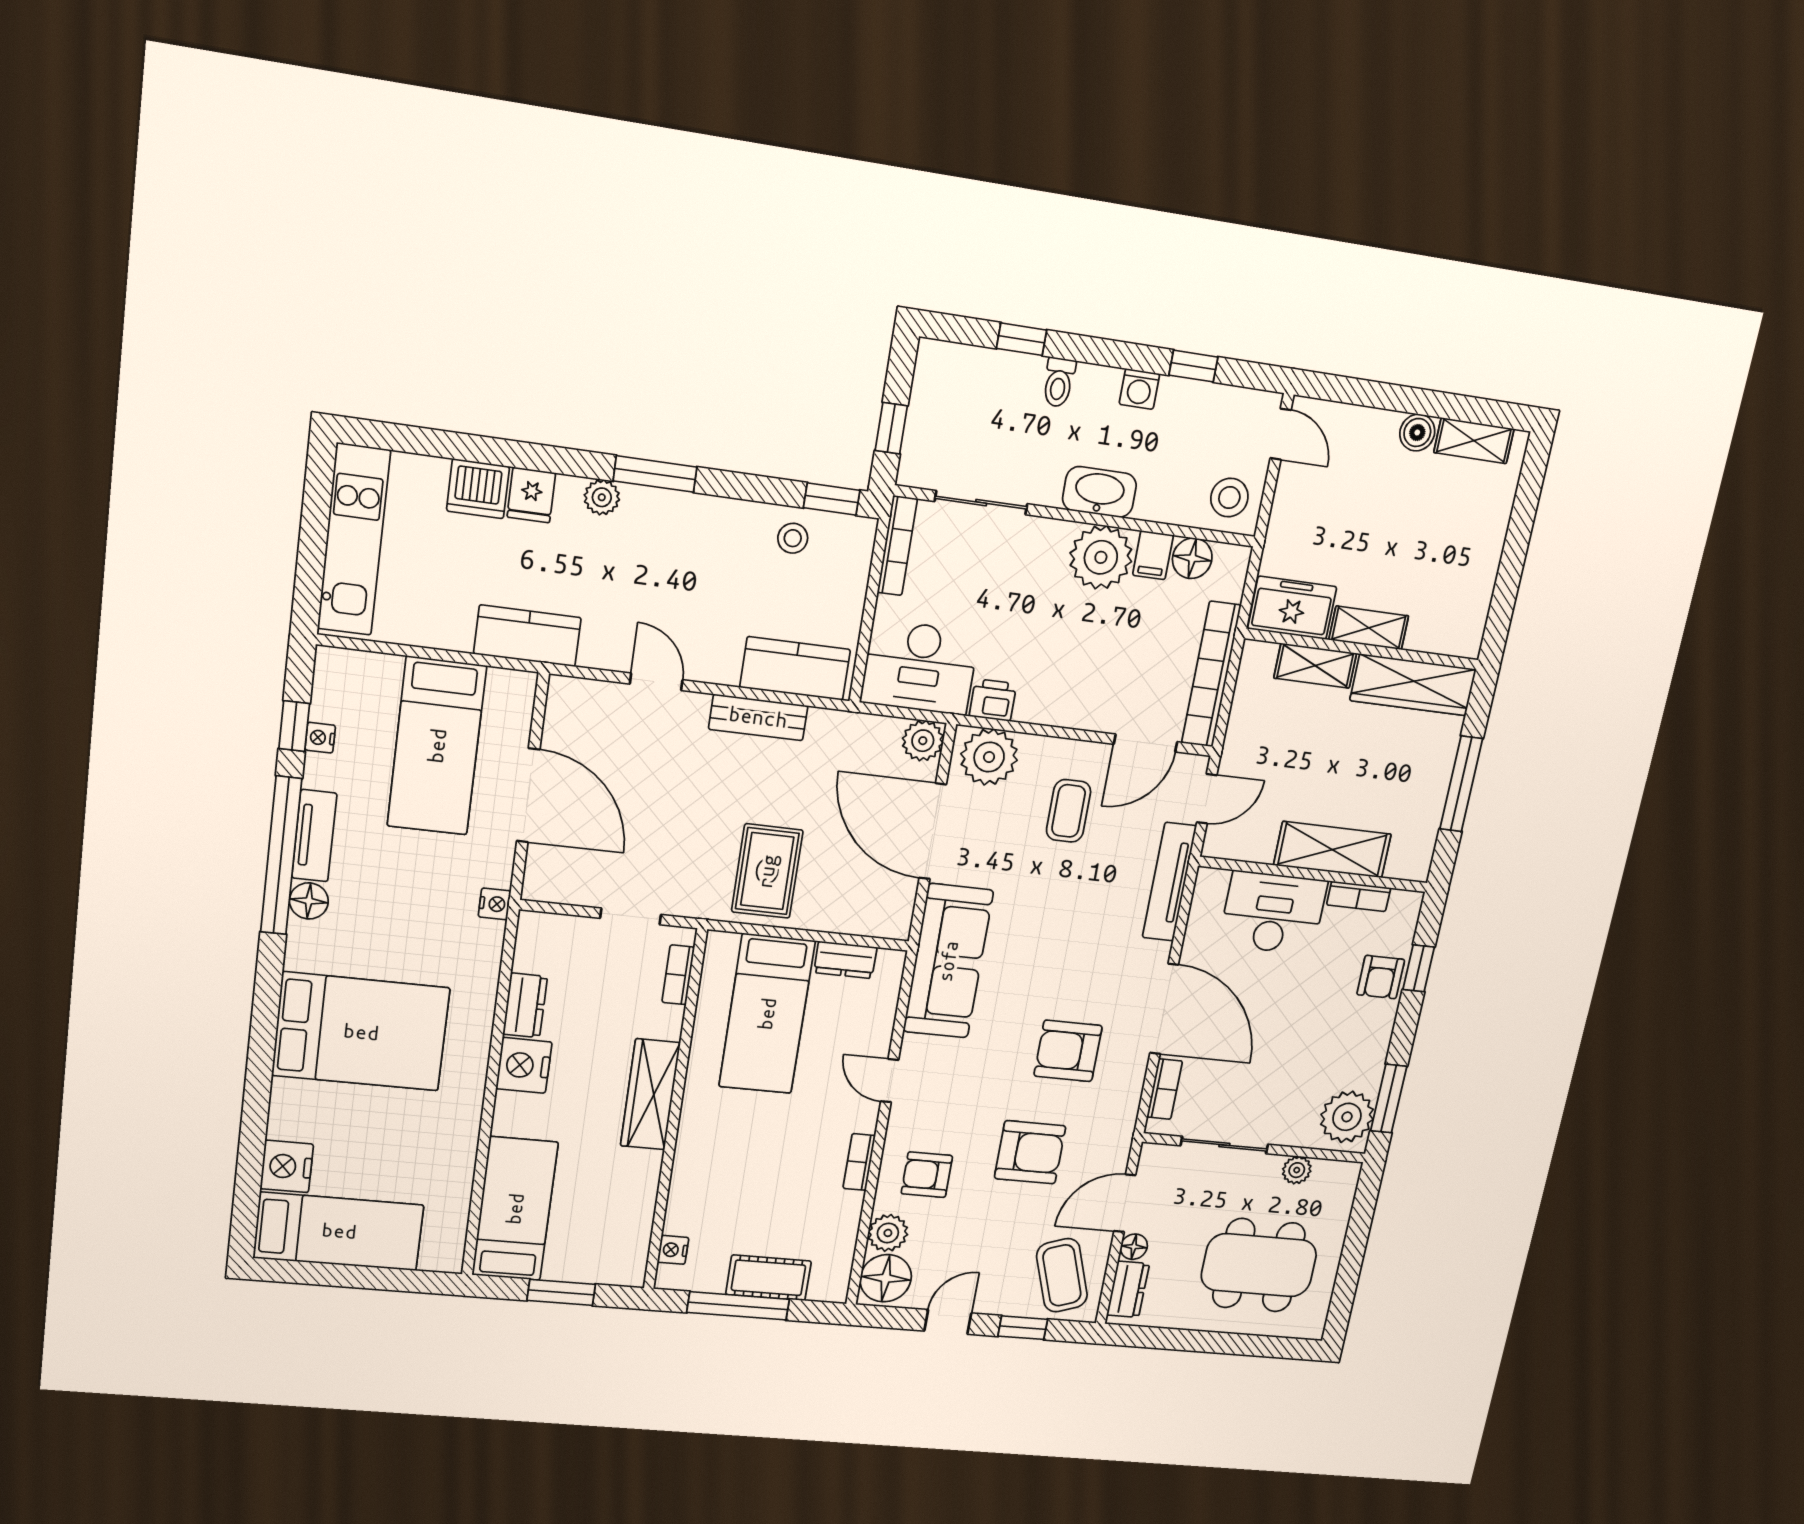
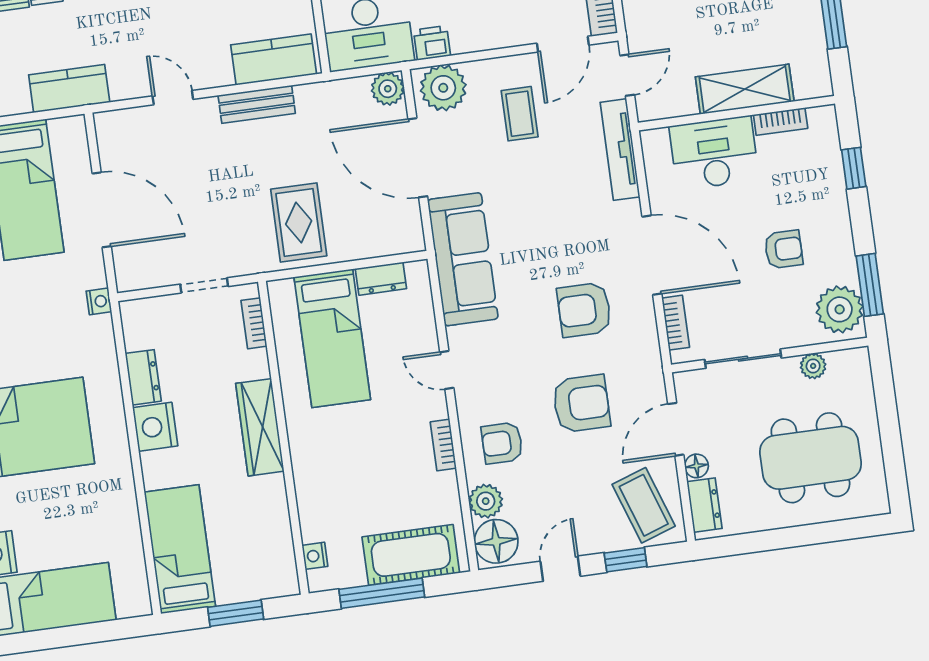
armchair: (1381, 977) -> (784, 249), moved, turned -90
cot: (769, 1278) -> (411, 555), width x1.37, depth x1.34

